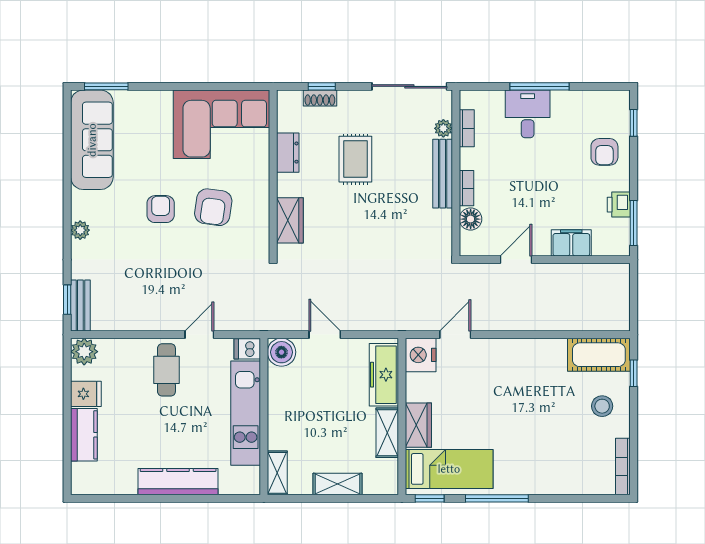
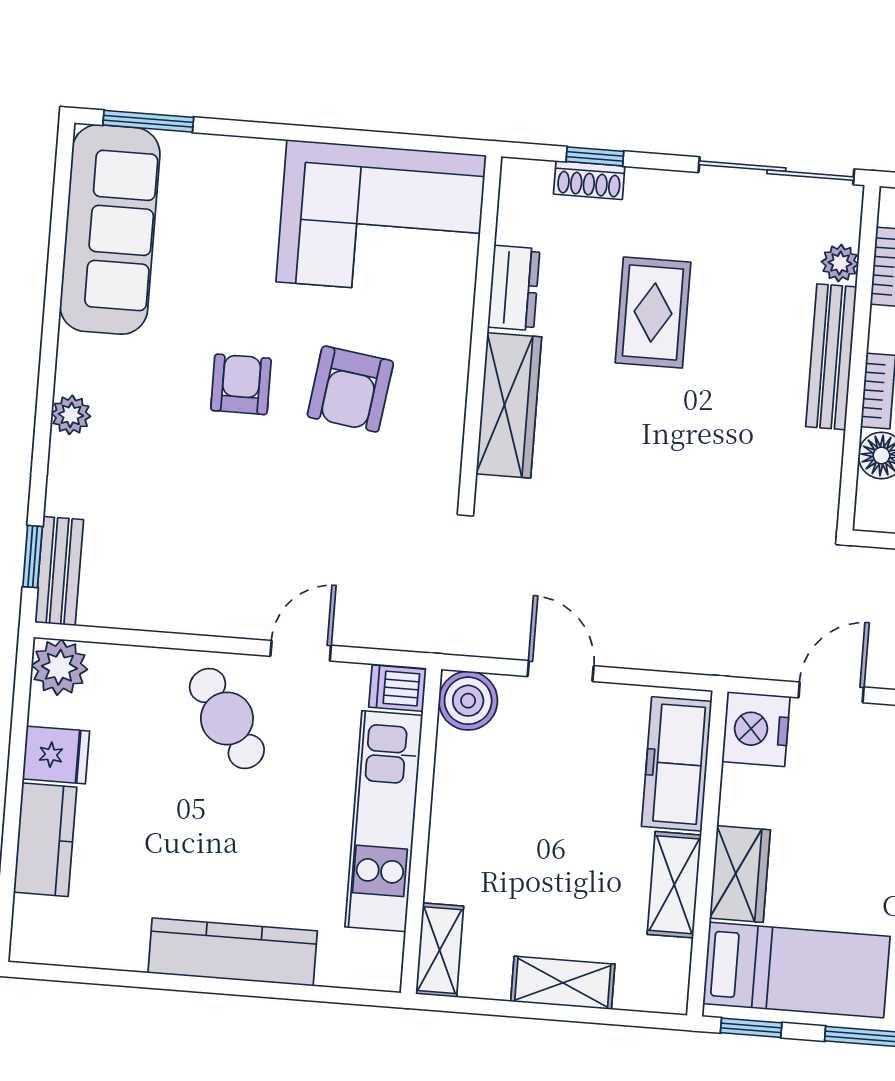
wardrobe: (290, 220) -> (509, 405), width x1.50
cafe table: (166, 370) -> (227, 718), turned -35

